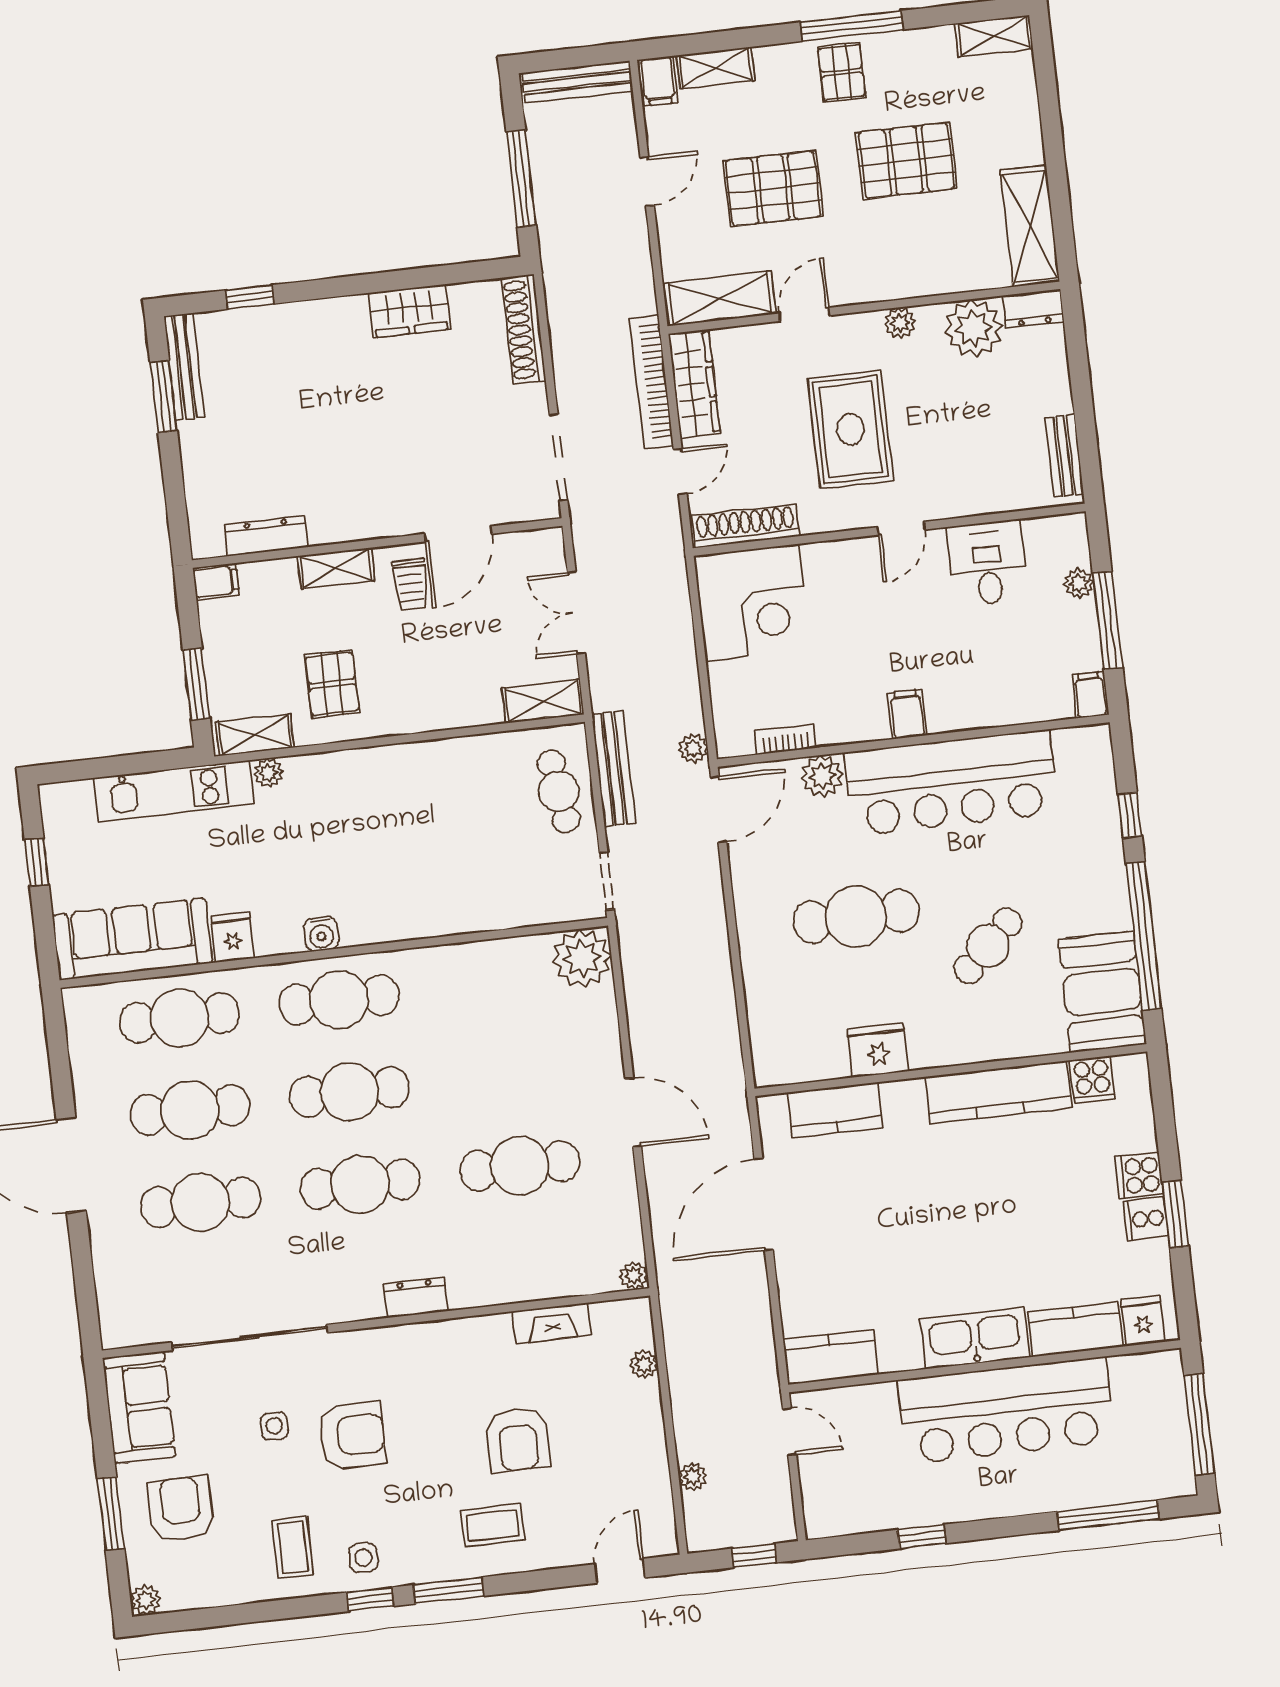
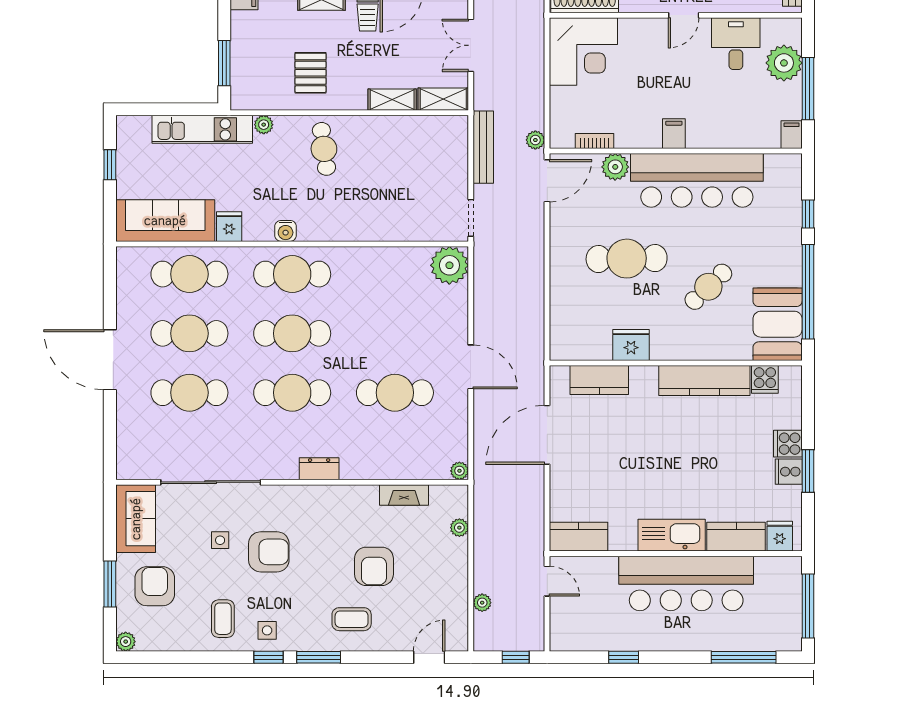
plant: (1079, 583) -> (784, 63), width x1.87, depth x1.87
shelving: (255, 735) -> (392, 100), moved
cafe table: (559, 791) -> (324, 149), moved

